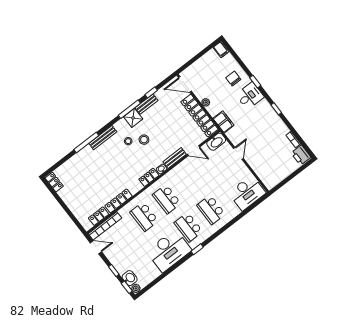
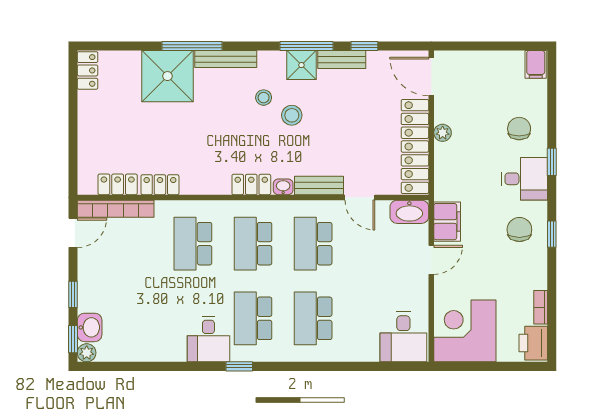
chair: (263, 116) -> (519, 230), added
filing cabinet: (224, 122) -> (447, 222), moved
shower: (86, 161) -> (167, 76), added
corner desk: (272, 170) -> (465, 331), added
school desk: (189, 182) -> (313, 244), added
desk: (247, 193) -> (403, 337), width x0.73
locker: (119, 201) -> (160, 185), width x0.66
door: (96, 247) -> (73, 233), hinge flipped
desk: (169, 251) -> (208, 339), width x0.53, depth x0.77

